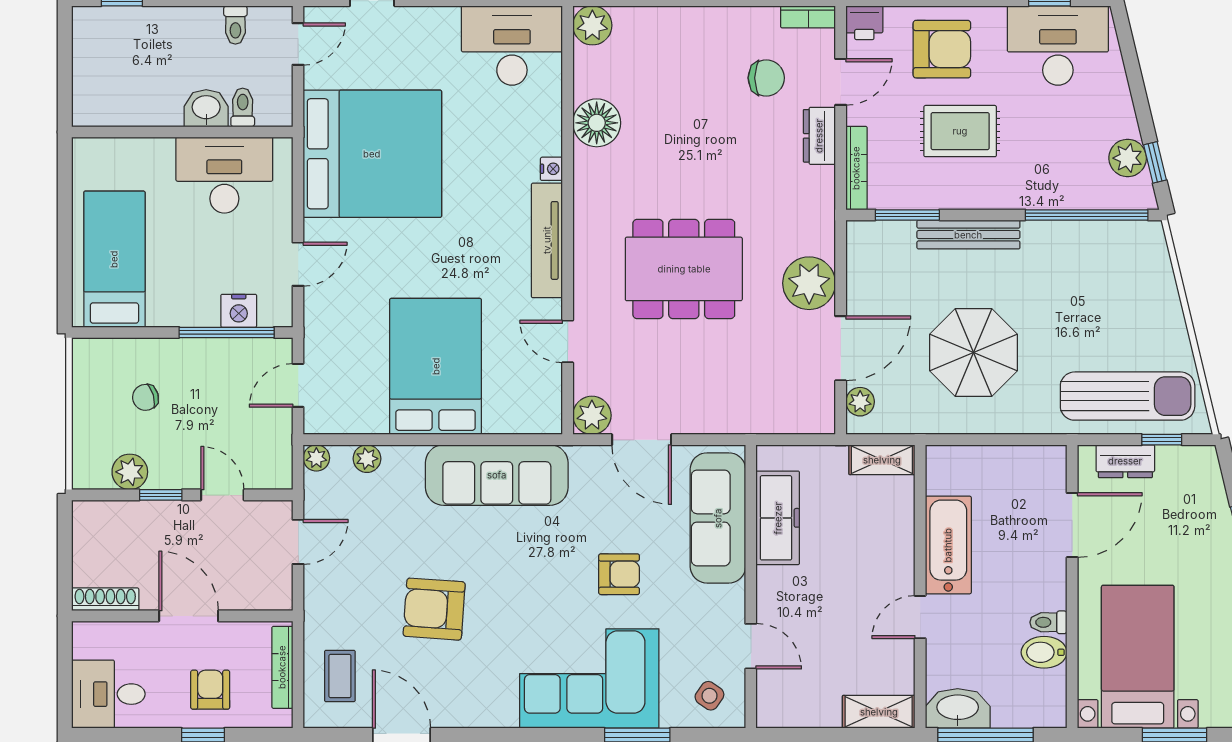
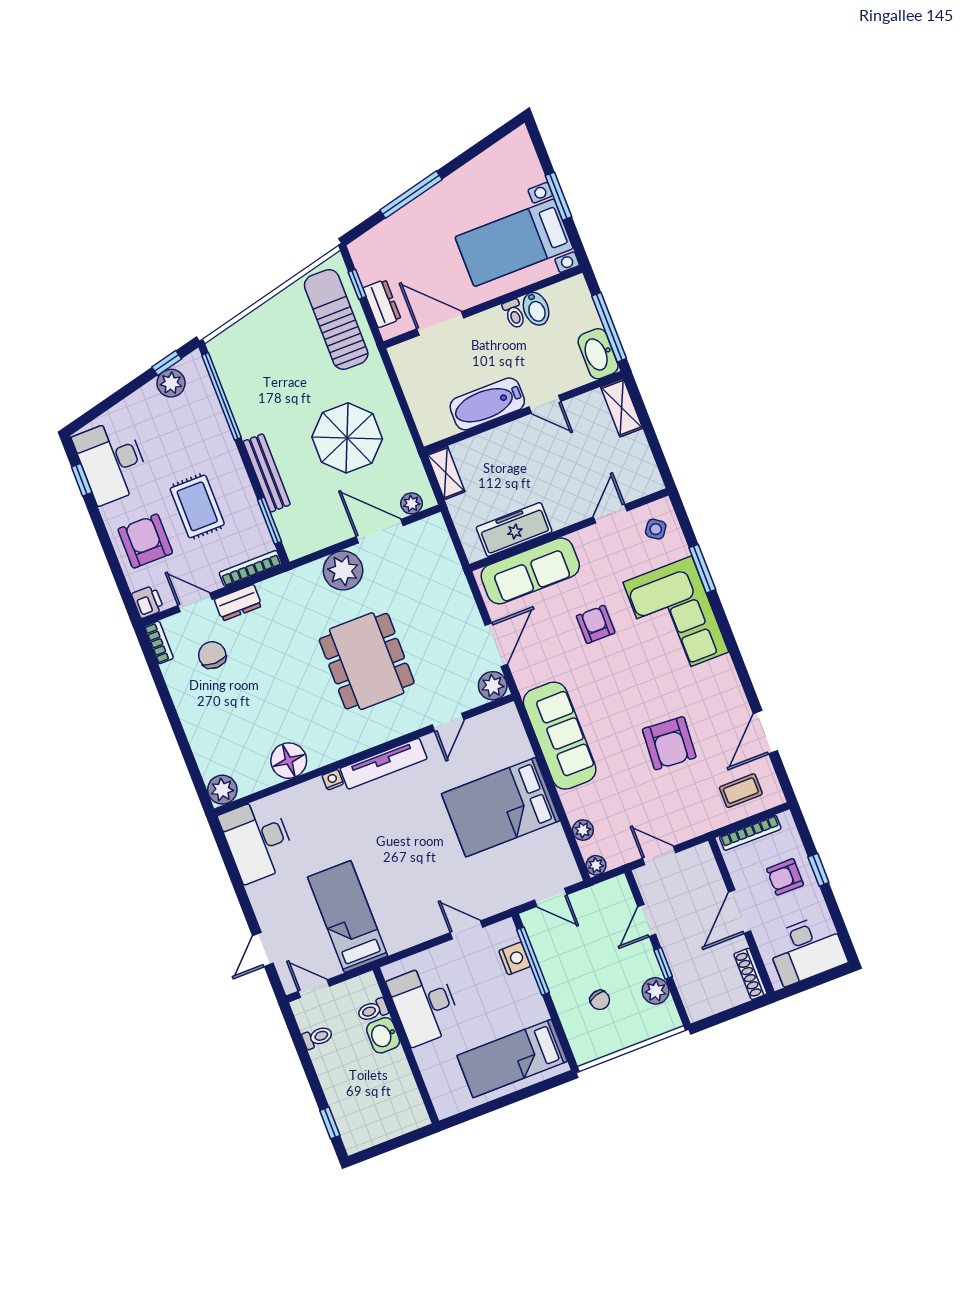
bed: (372, 154) -> (348, 917), width x0.49
desk: (108, 694) -> (807, 950), width x1.37

